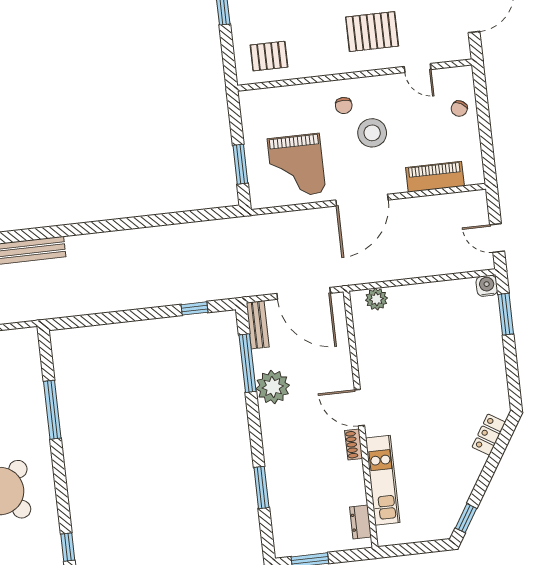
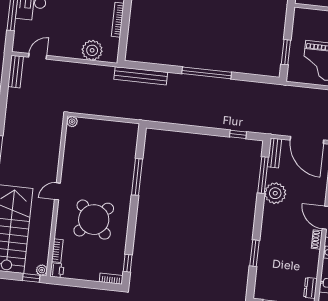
window: (124, 224) -> (207, 73), added

